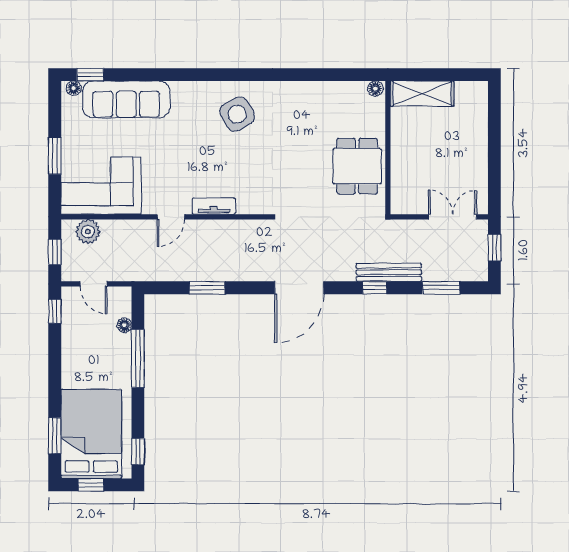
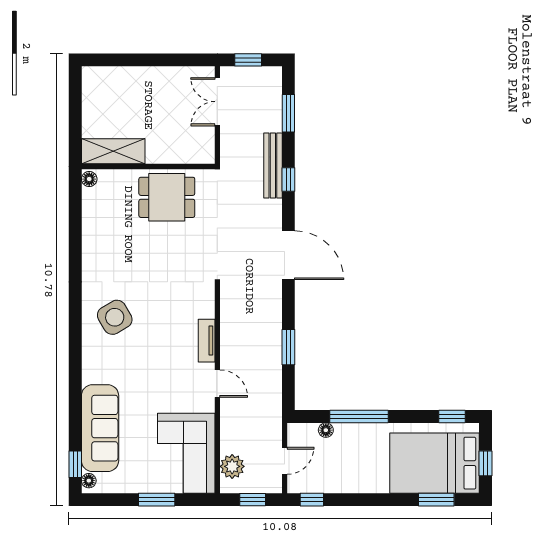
shelving: (422, 94) -> (113, 151), moved, turned 90

